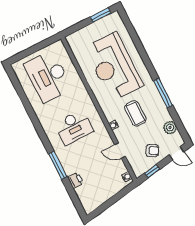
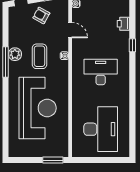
window: (100, 15) -> (53, 160), moved
plant: (170, 128) -> (15, 54), moved
window: (58, 165) -> (132, 45), width x0.46

